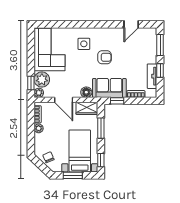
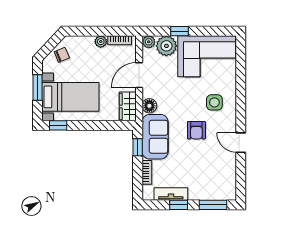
door: (131, 24) -> (241, 143), moved
window: (31, 83) -> (180, 31), moved
window: (101, 128) -> (101, 125), removed

